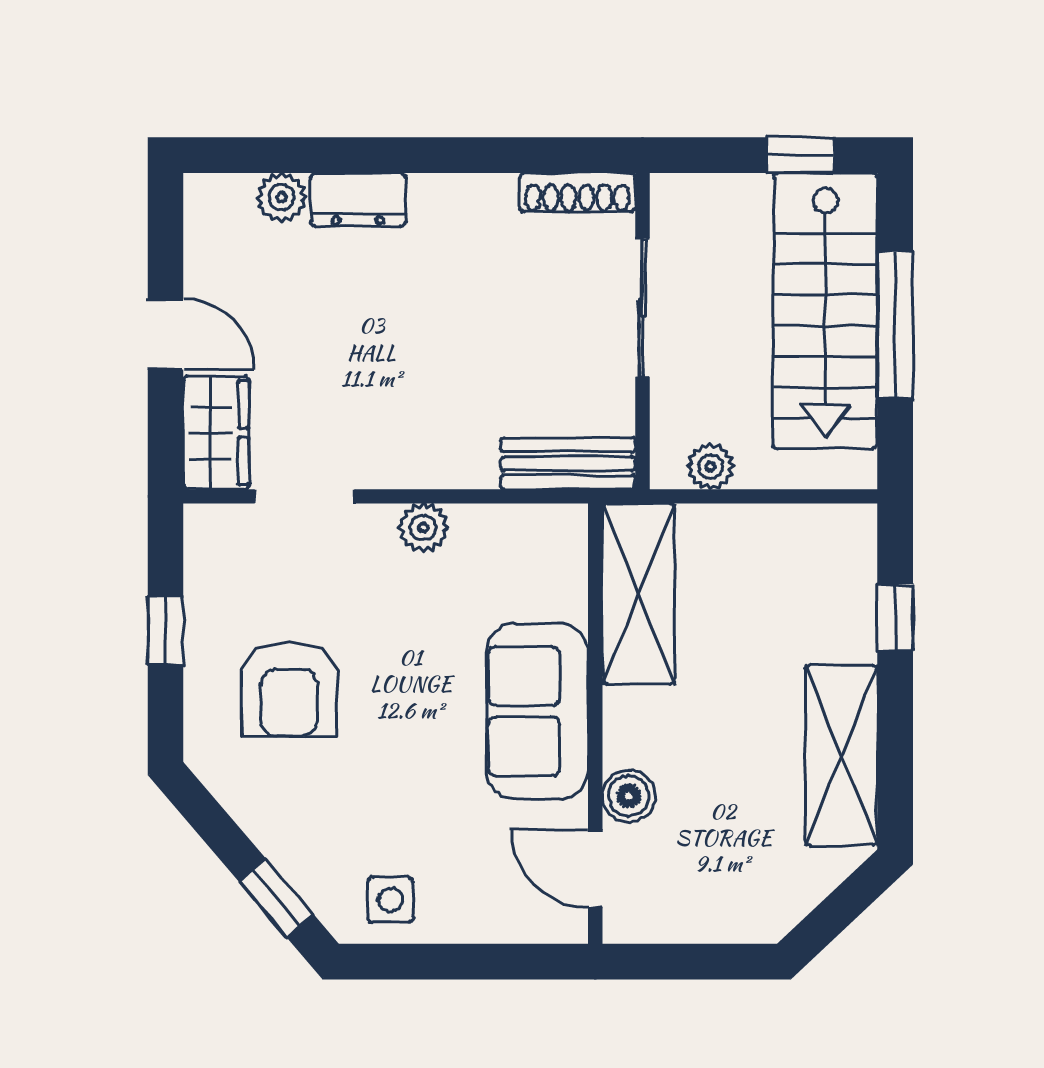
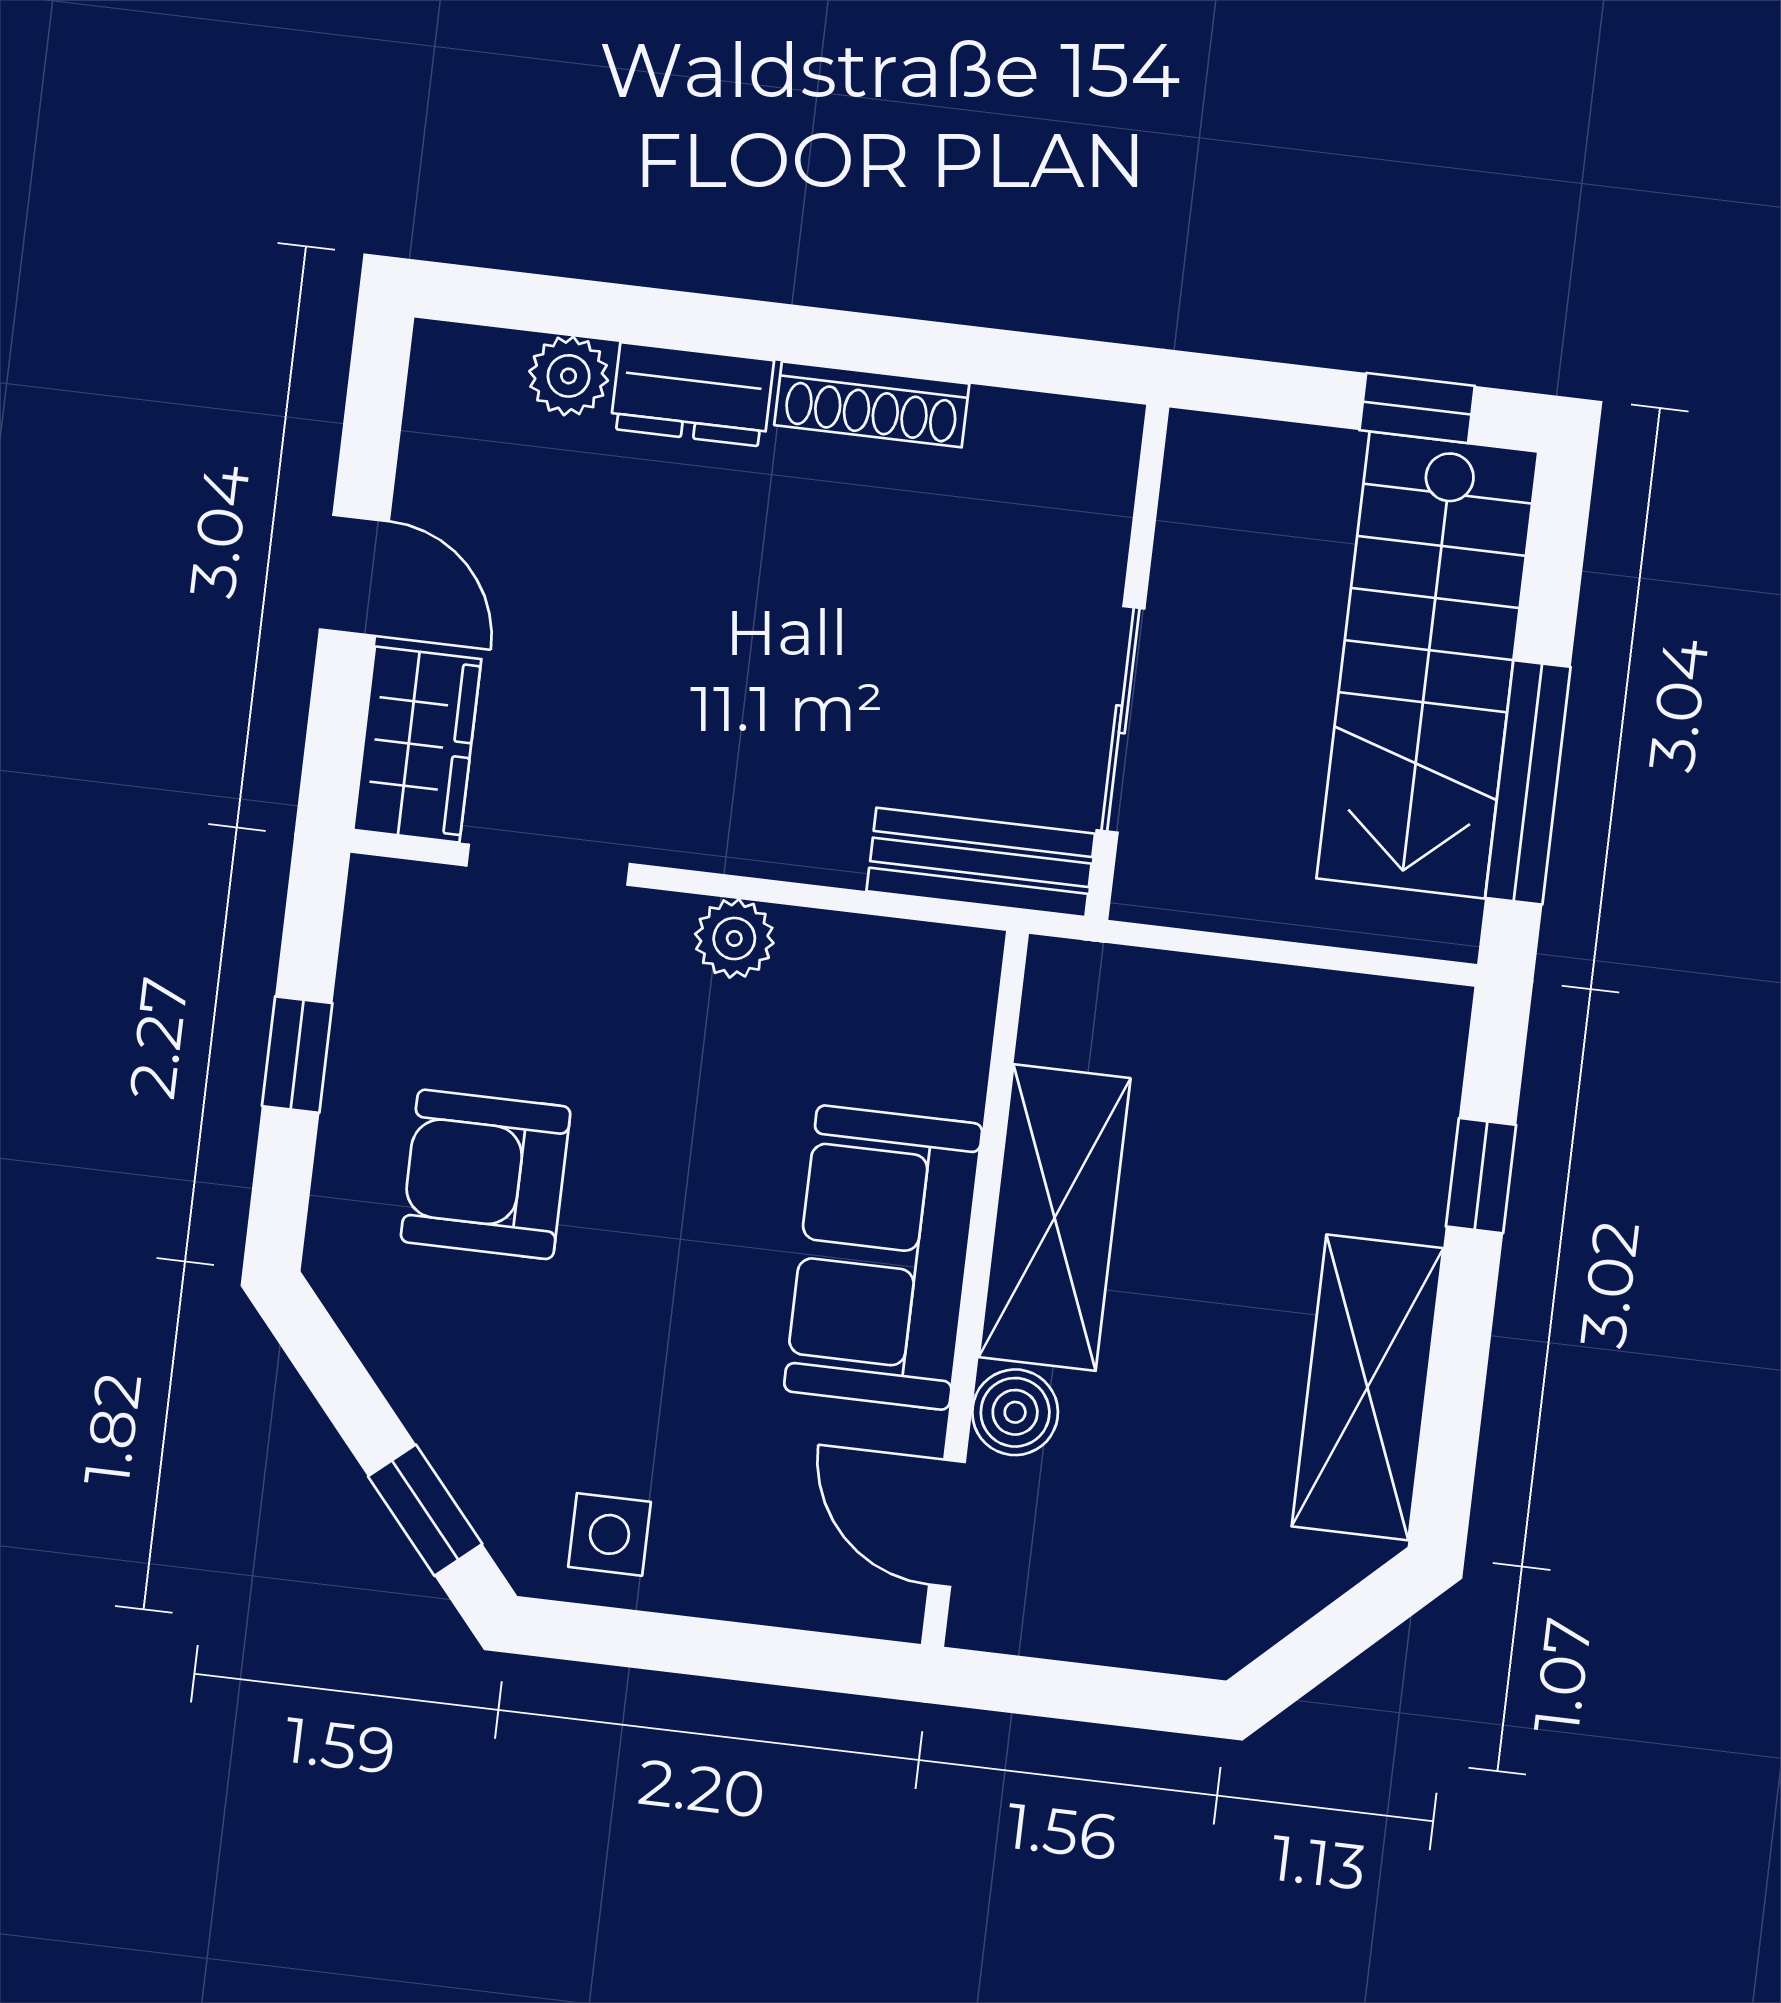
shoe rack: (578, 193) -> (872, 404), moved
sliding door: (643, 308) -> (1120, 719), moved
window: (895, 325) -> (1528, 782), moved
plant: (711, 466) -> (1211, 895), removed
shelving: (639, 594) -> (1055, 1218), moved
armchair: (289, 689) -> (486, 1174), turned 90

